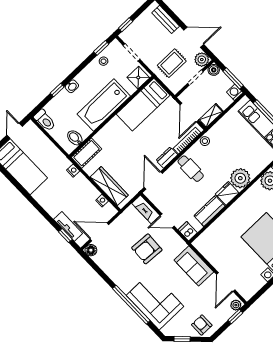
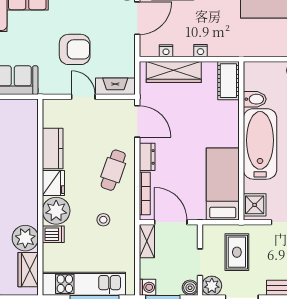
bidet: (75, 138) -> (255, 99), moved
stool: (205, 141) -> (103, 220), moved
cafe table: (191, 169) -> (113, 170), turned -71
nightstand: (73, 171) -> (201, 51), moved
door: (167, 221) -> (83, 97), hinge flipped
dishwasher: (188, 231) -> (53, 234), moved
armchair: (147, 249) -> (75, 49), turned 87

